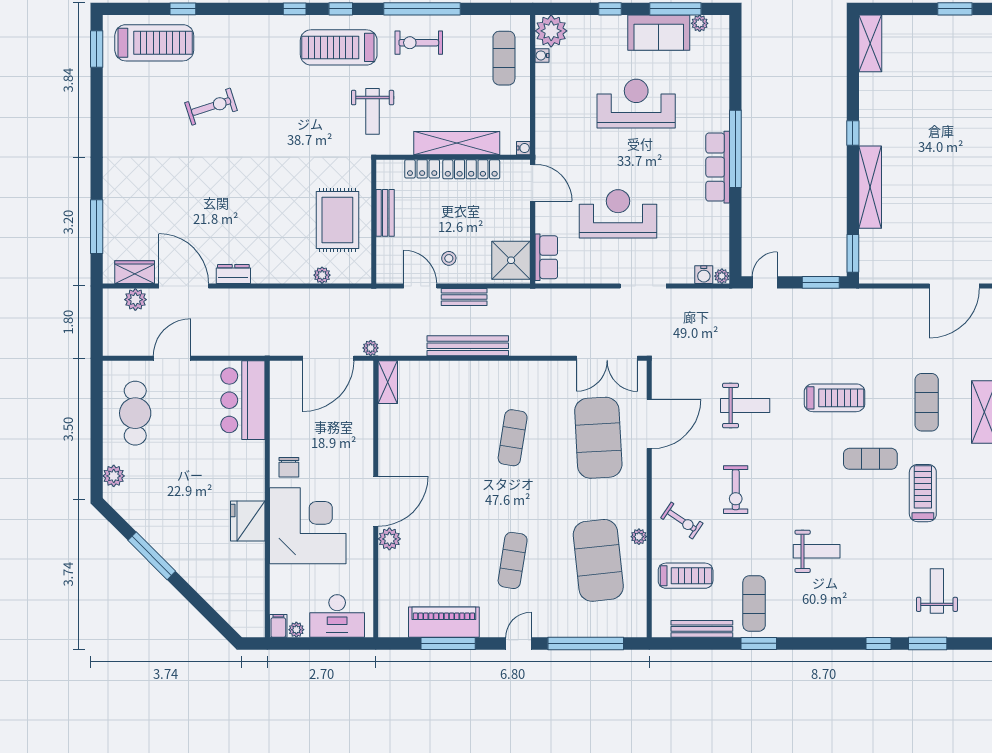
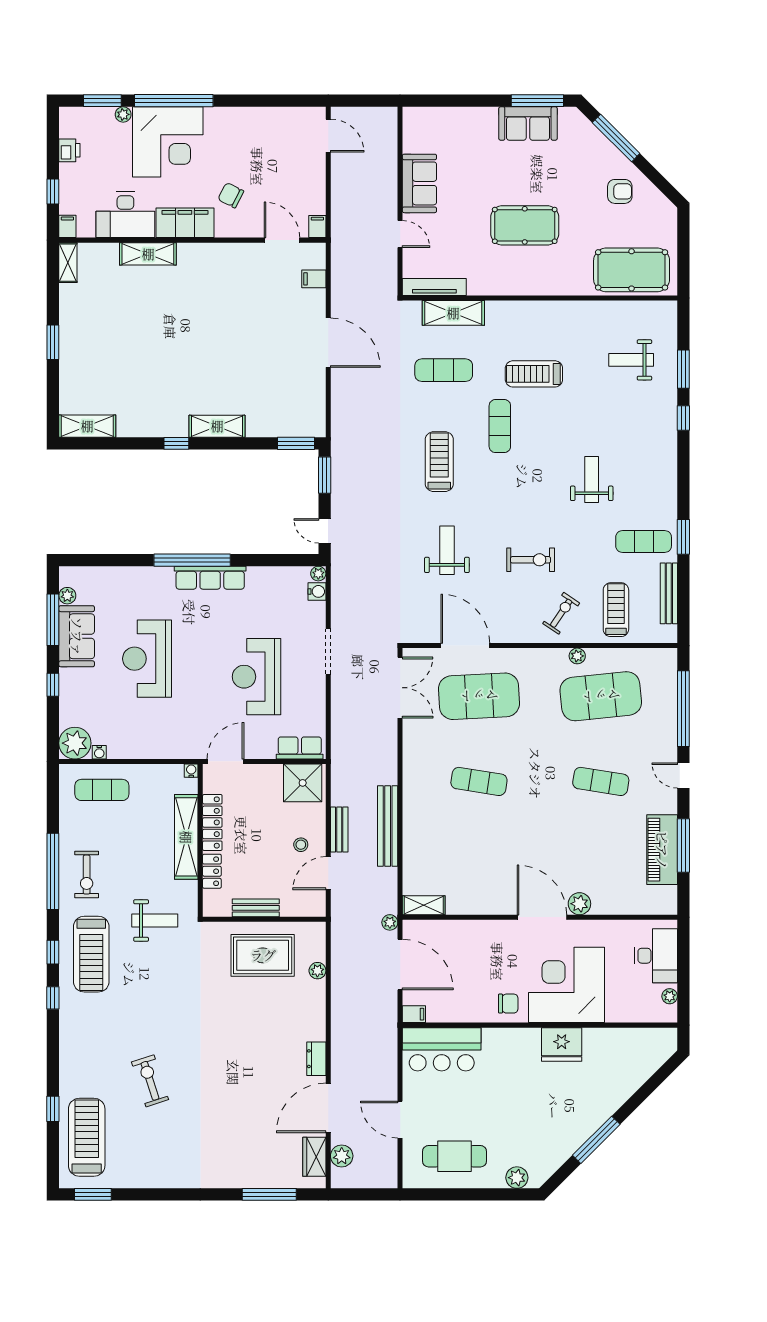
shelving: (870, 187) -> (217, 426), width x0.68
filing cabinet: (278, 626) -> (414, 1014), moved, turned 180

